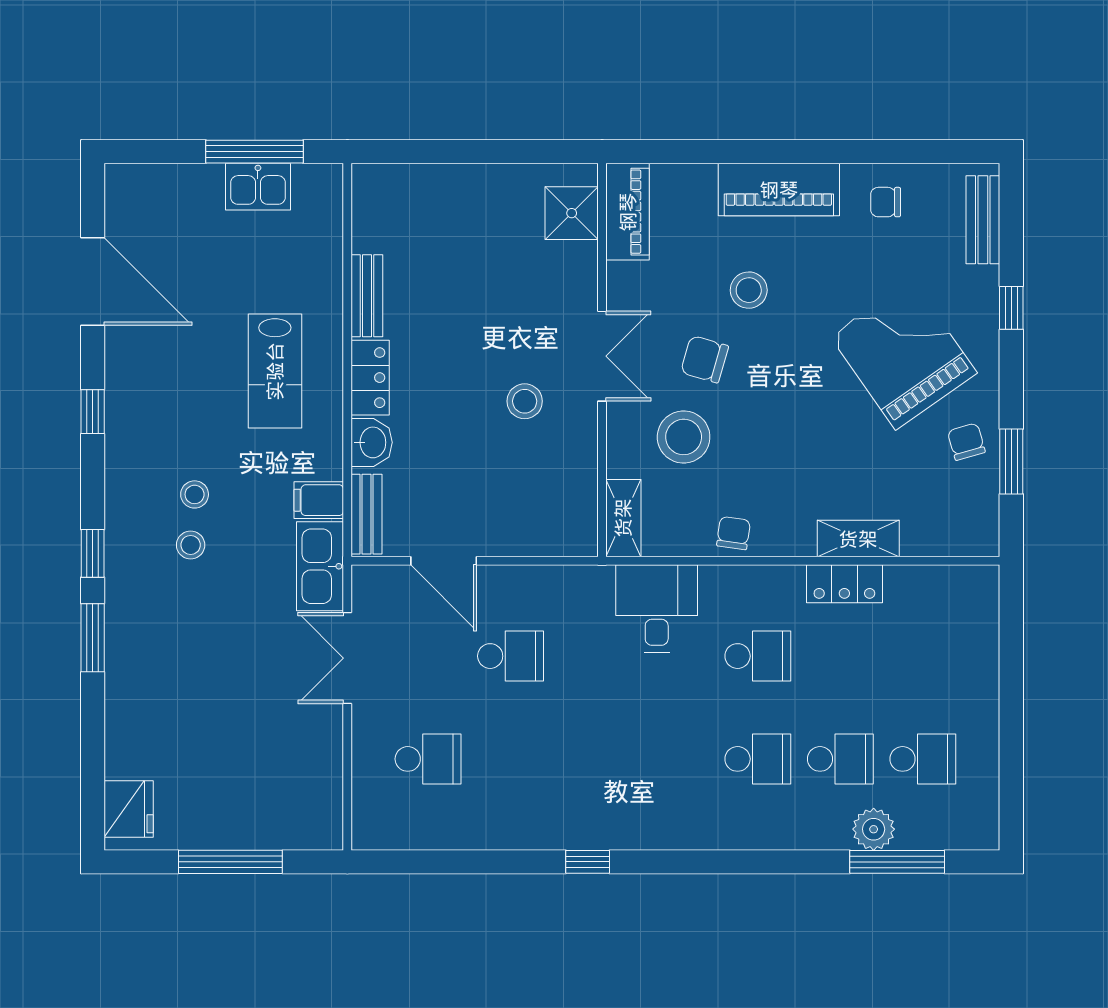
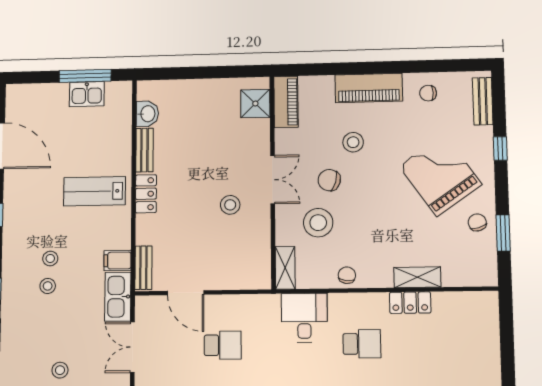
lab bench: (275, 371) -> (95, 191), turned 90
washbasin: (372, 442) -> (147, 114), moved
stool: (216, 698) -> (60, 370), added

